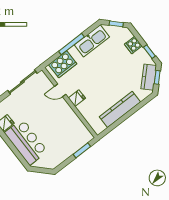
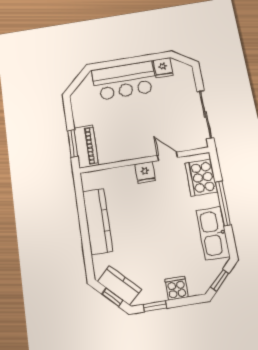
door: (60, 90) -> (168, 156), hinge flipped
piano: (79, 141) -> (86, 146), added

